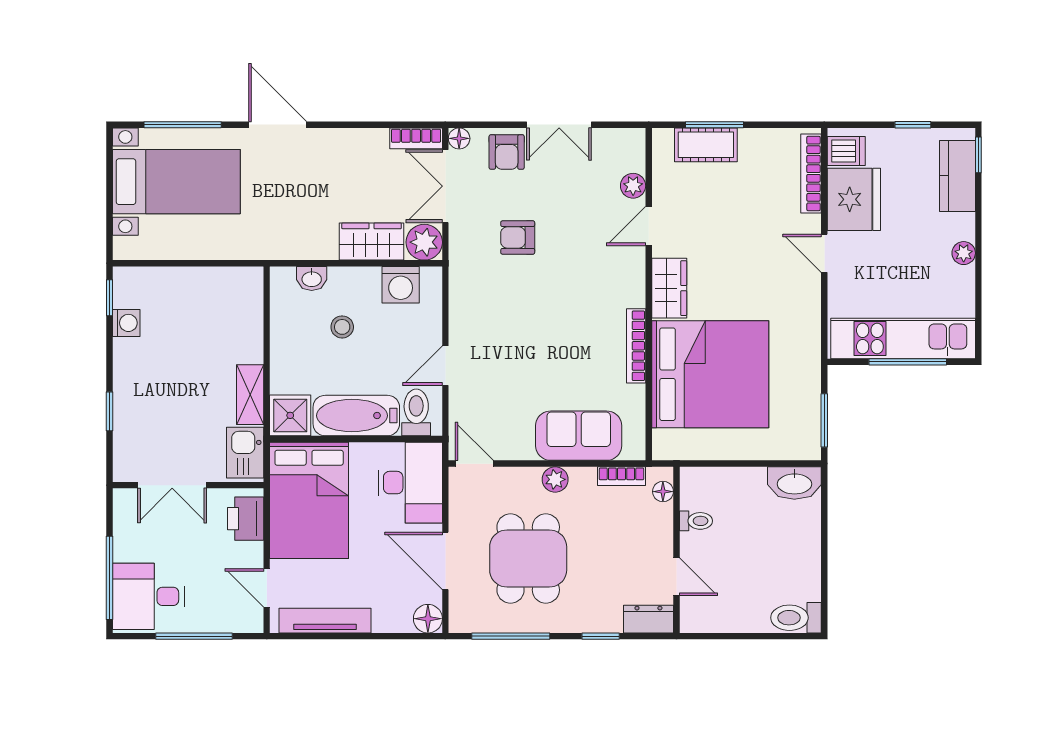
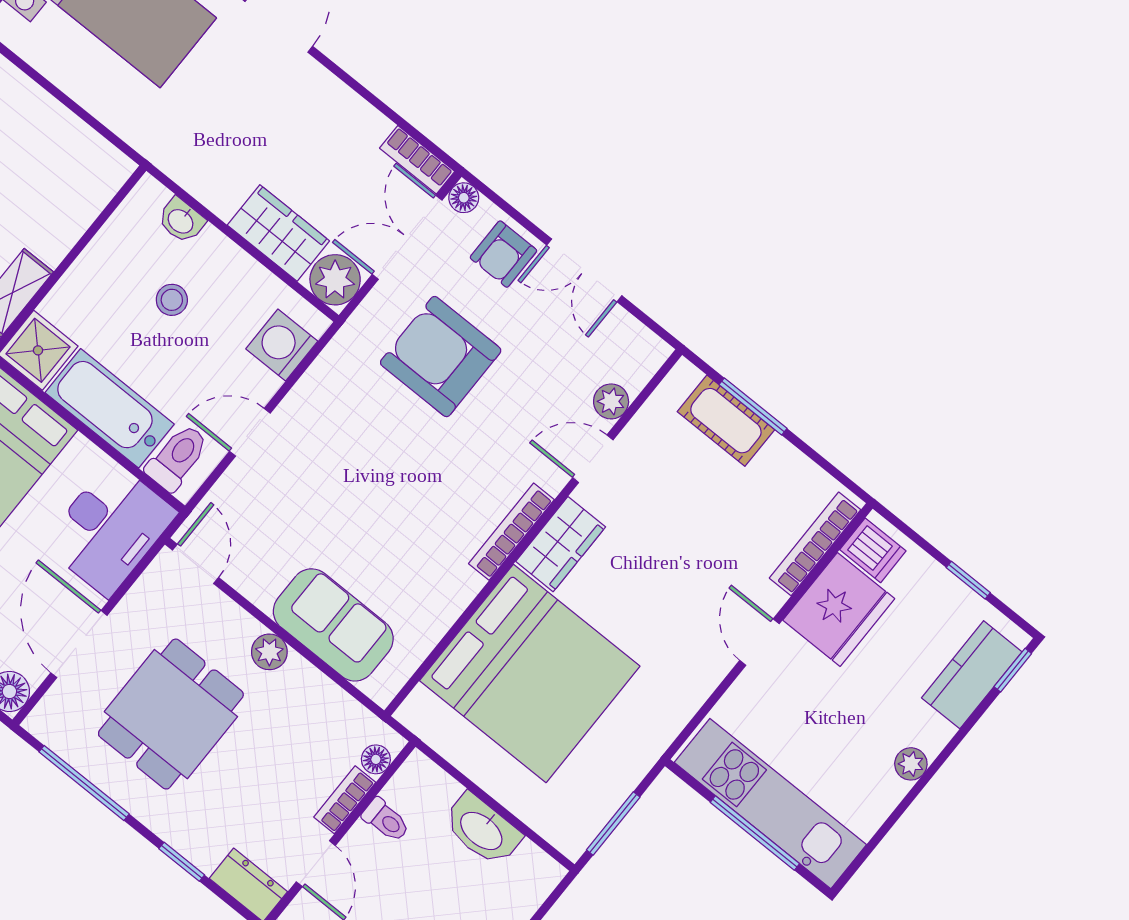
armchair: (518, 237) -> (441, 357), width x1.88, depth x1.88
washing machine: (401, 285) -> (282, 345), moved, turned 90
bookcase: (636, 346) -> (511, 532), moved
bookcase: (621, 476) -> (345, 800), moved, turned 90
washbasin: (794, 483) -> (482, 830), moved

